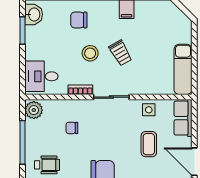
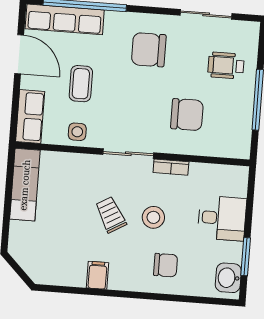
desk: (41, 76) -> (222, 218), moved
plant: (34, 110) -> (238, 144), removed
chair: (72, 128) -> (187, 115), width x1.87, depth x1.87

